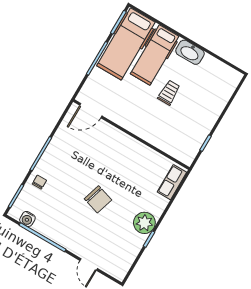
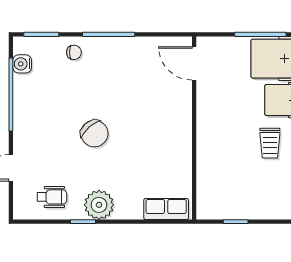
trolley: (169, 93) -> (270, 143), turned 90
chair: (98, 199) -> (94, 134), turned -58
wheelchair: (122, 249) -> (52, 197), added

